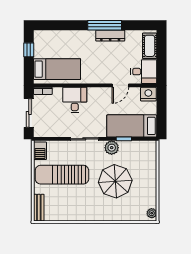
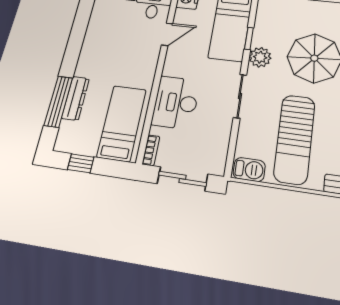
window: (105, 25) -> (58, 101), moved
dresser: (110, 36) -> (75, 98), moved
door: (120, 85) -> (167, 34), hinge flipped
desk: (75, 100) -> (176, 102), width x1.37

